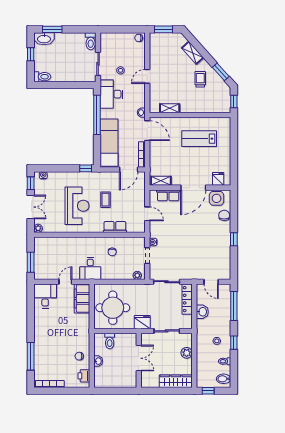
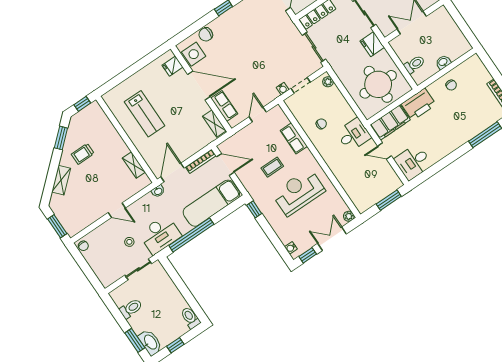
toilet: (91, 41) -> (131, 308), moved
printer: (84, 376) -> (419, 104), moved, width x1.87, depth x1.48

